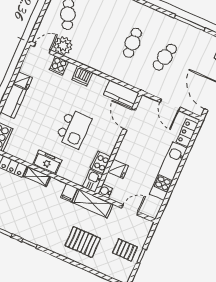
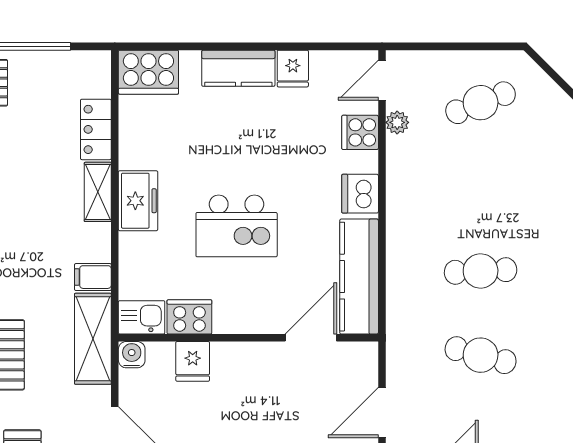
plant: (63, 46) -> (397, 122), width x0.53, depth x0.53
door: (42, 48) -> (382, 80), swing flipped
kitchen counter: (121, 94) -> (359, 277), width x1.50

